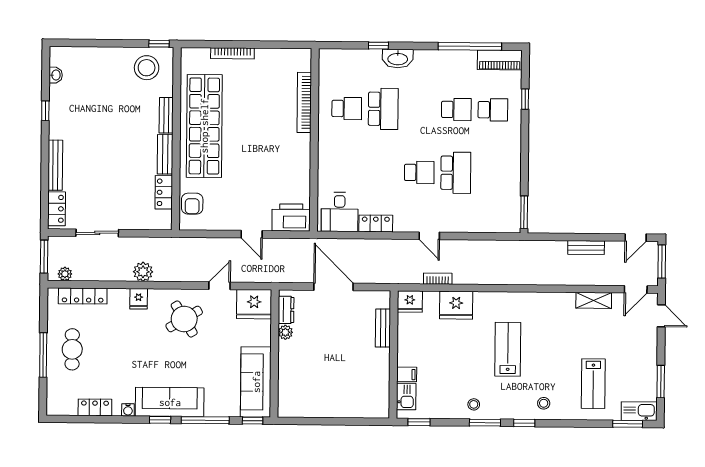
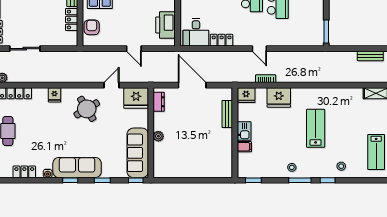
armchair: (192, 204) -> (92, 27), turned 180
printer: (291, 218) -> (165, 25), moved, turned -90
plant: (143, 272) -> (57, 76), removed
plant: (285, 332) -> (158, 136), moved
kitchen sink: (406, 397) -> (244, 131), moved
window: (205, 420) -> (102, 180), width x0.46

